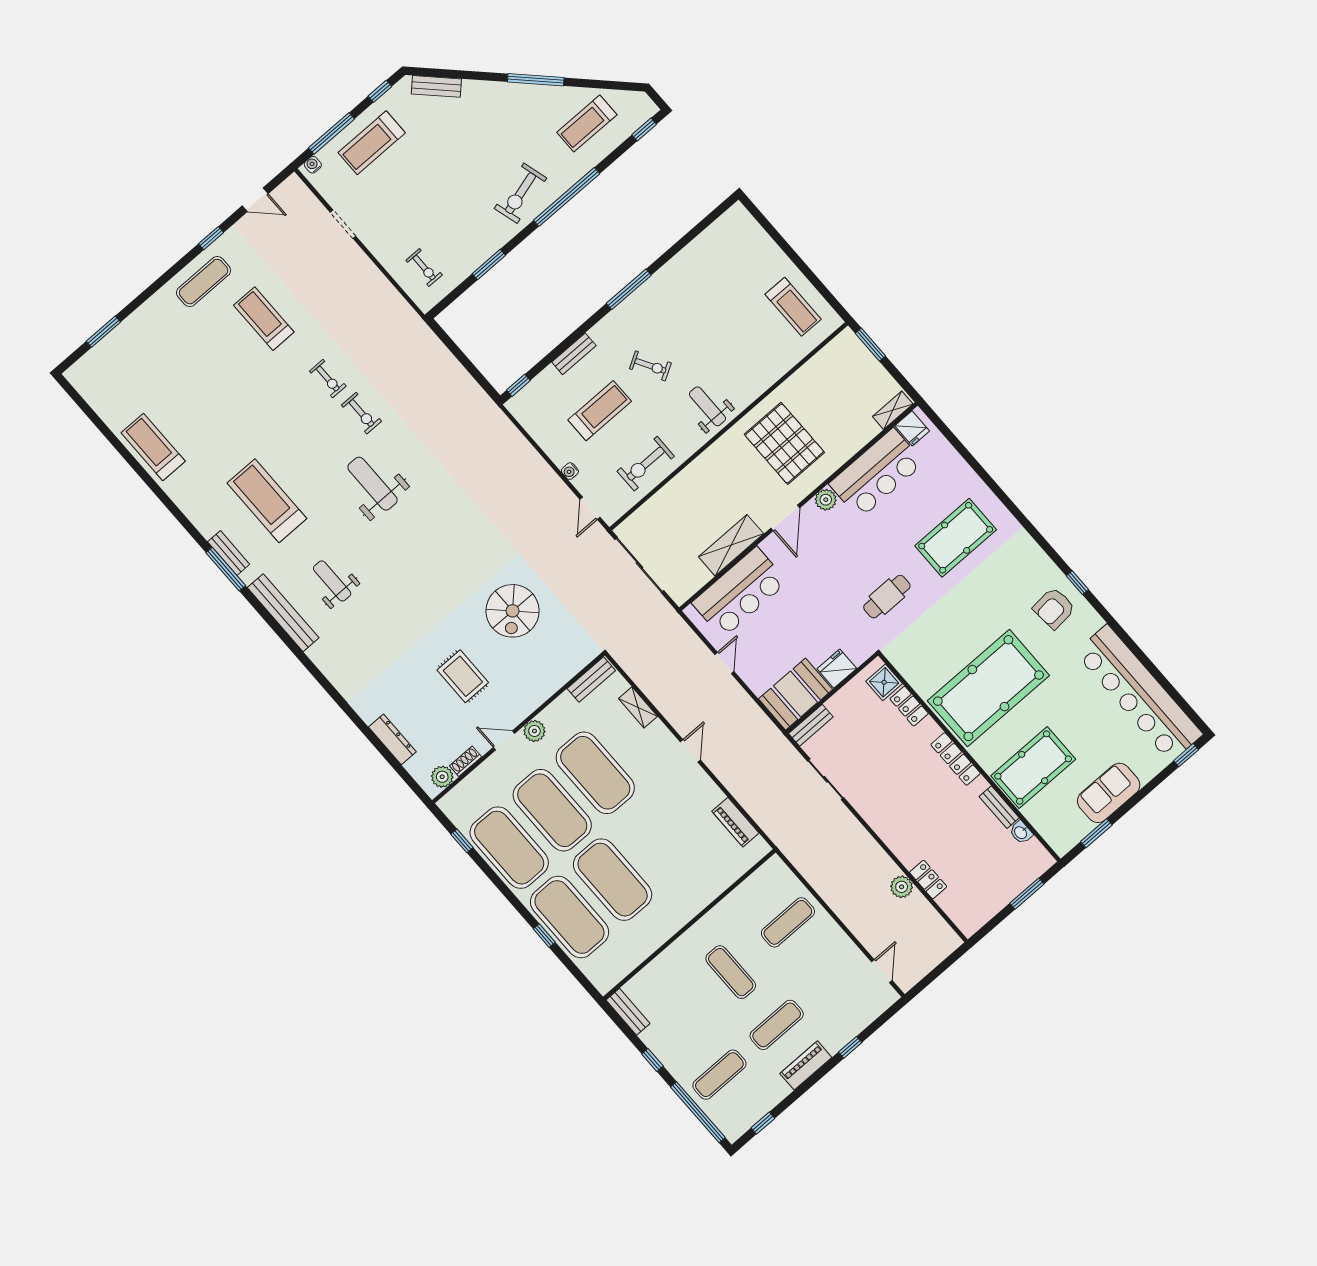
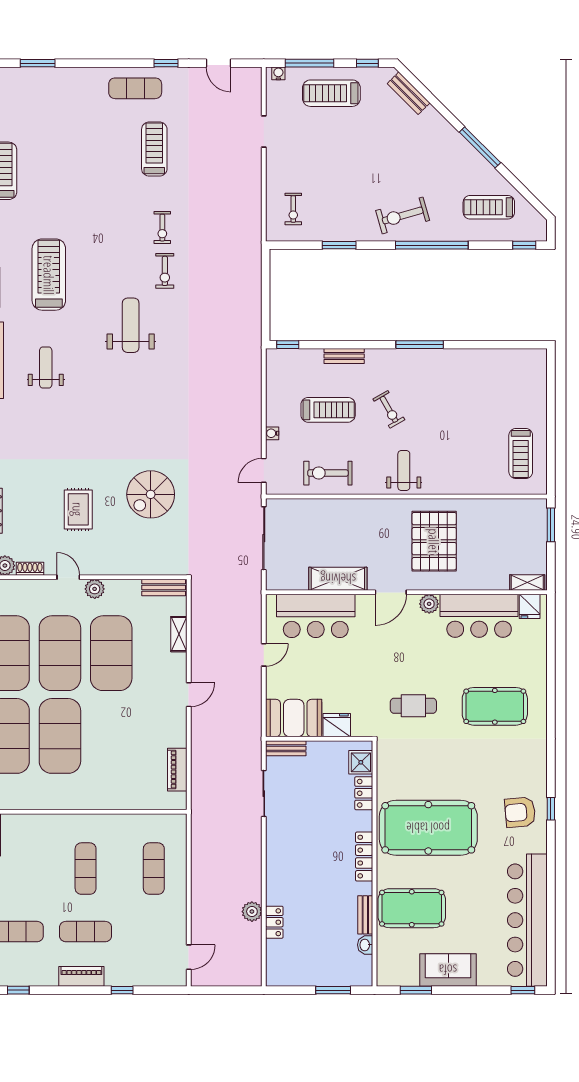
exercise mat: (788, 922) -> (154, 869), turned 90

